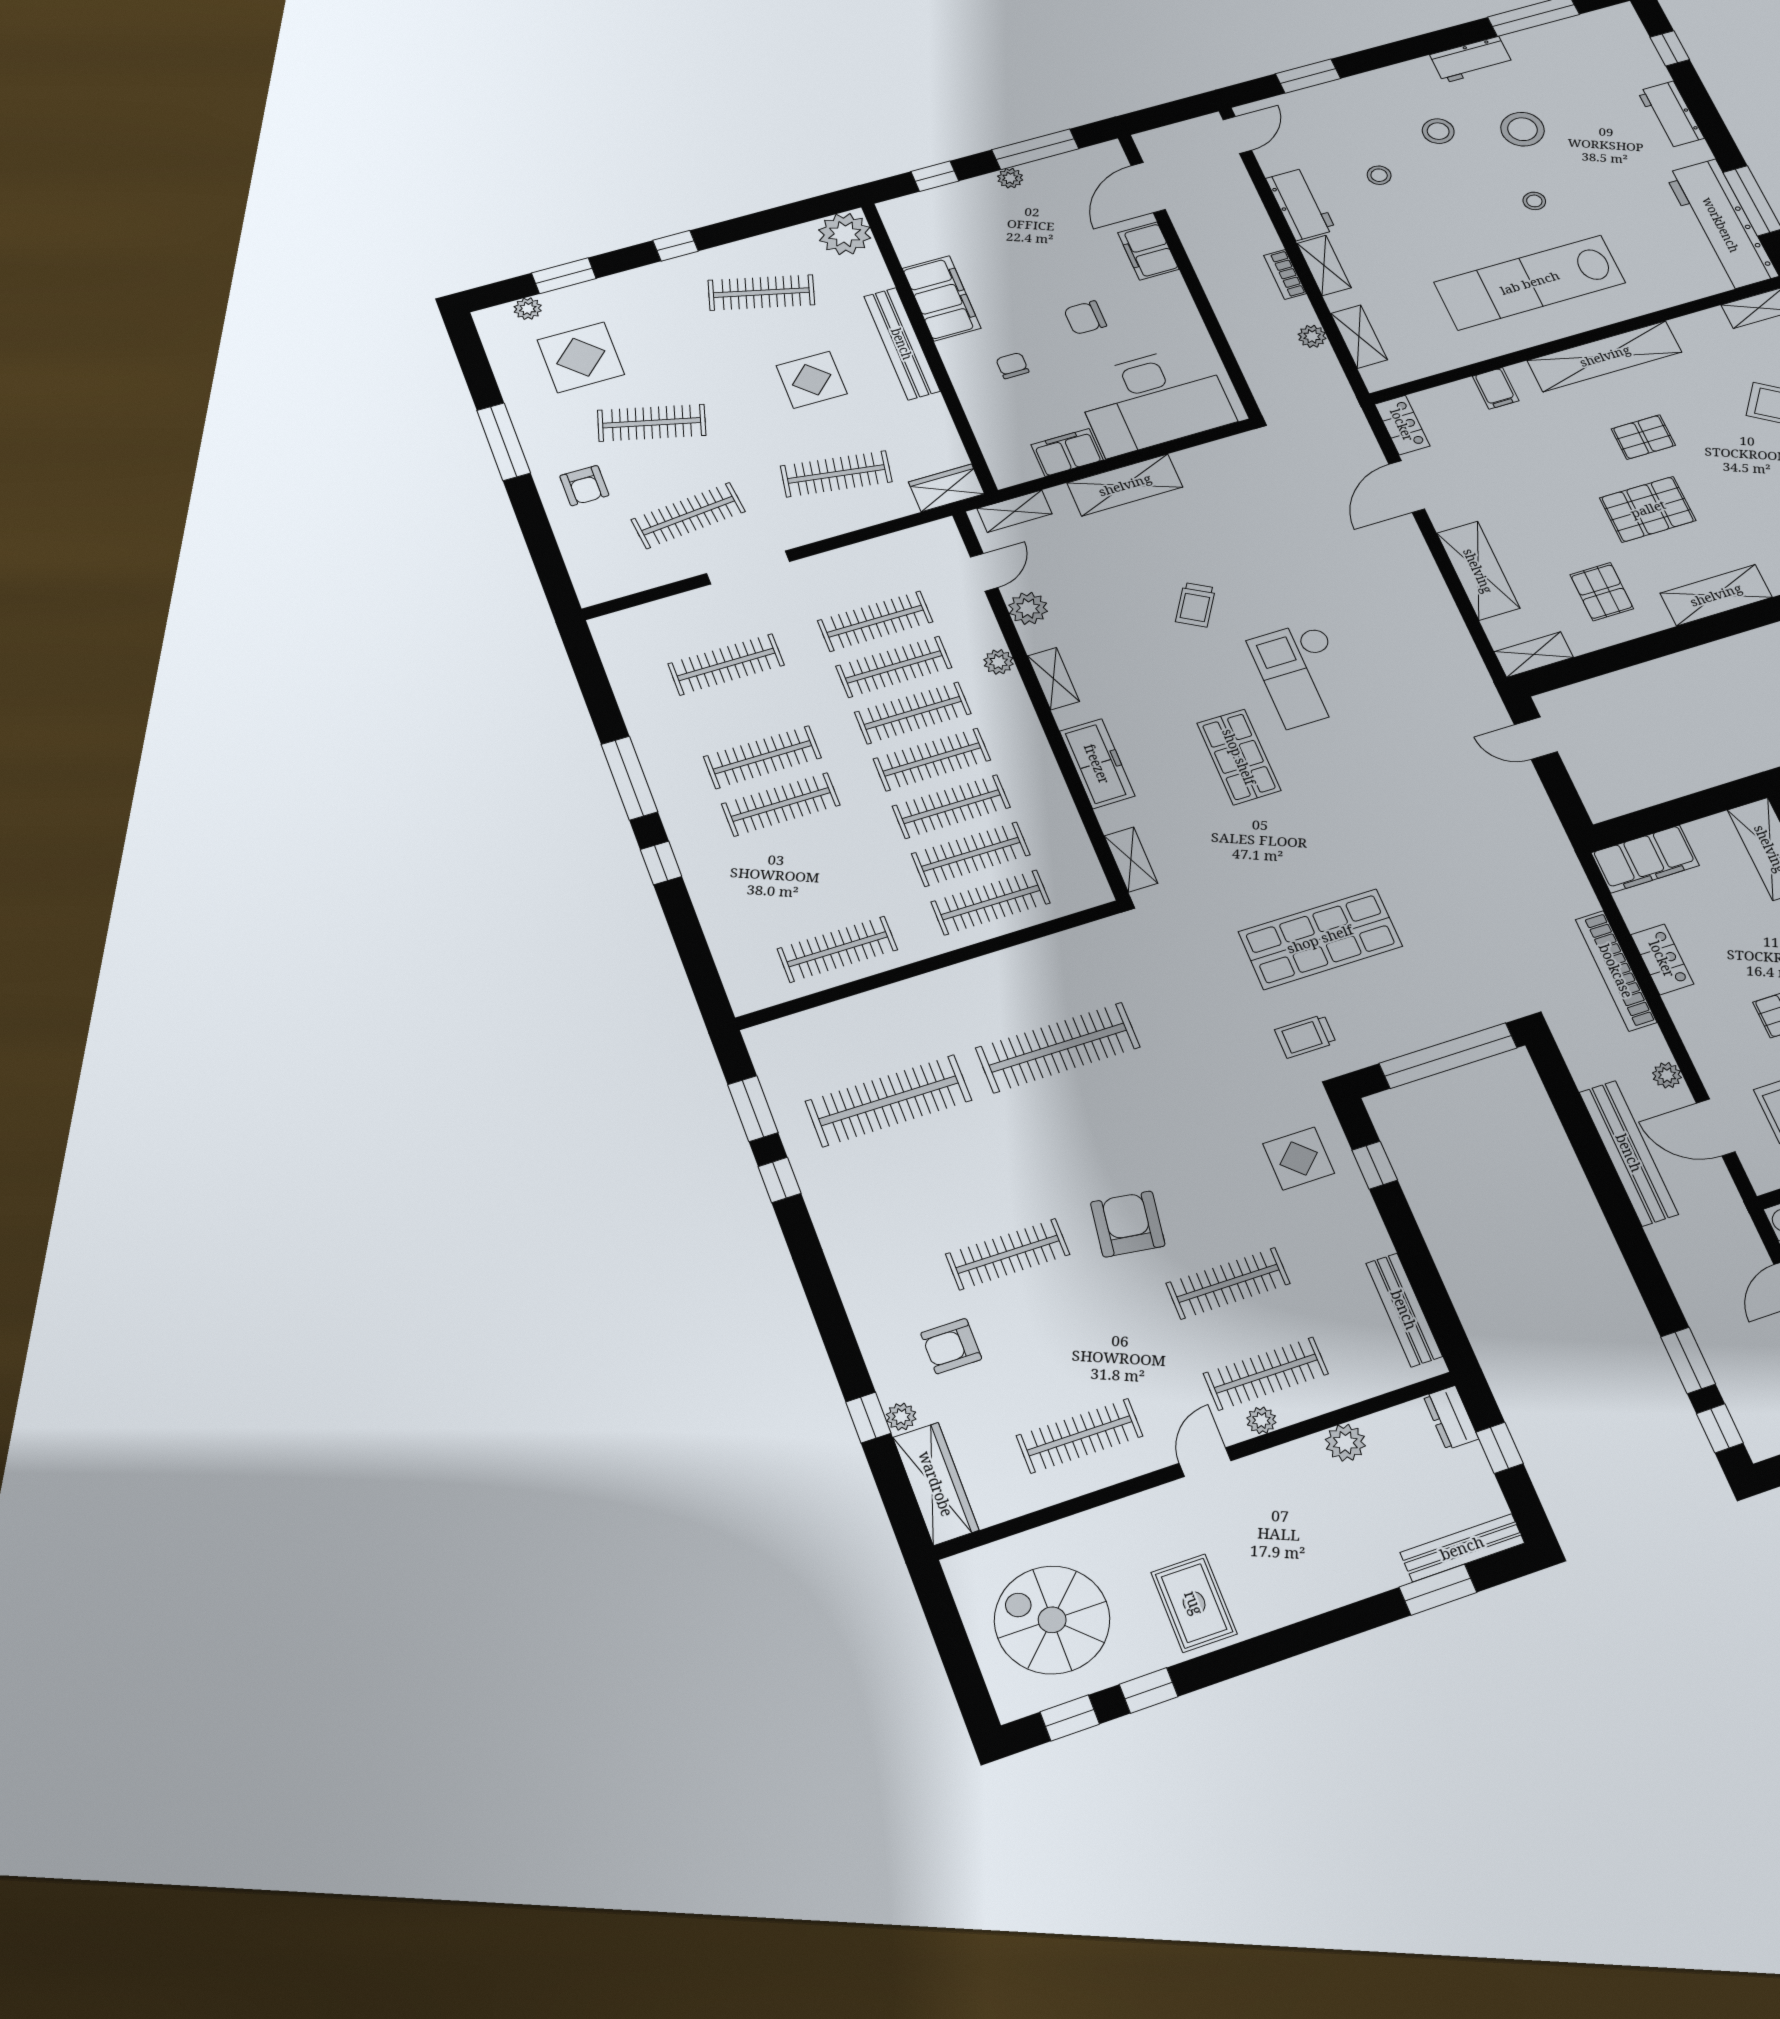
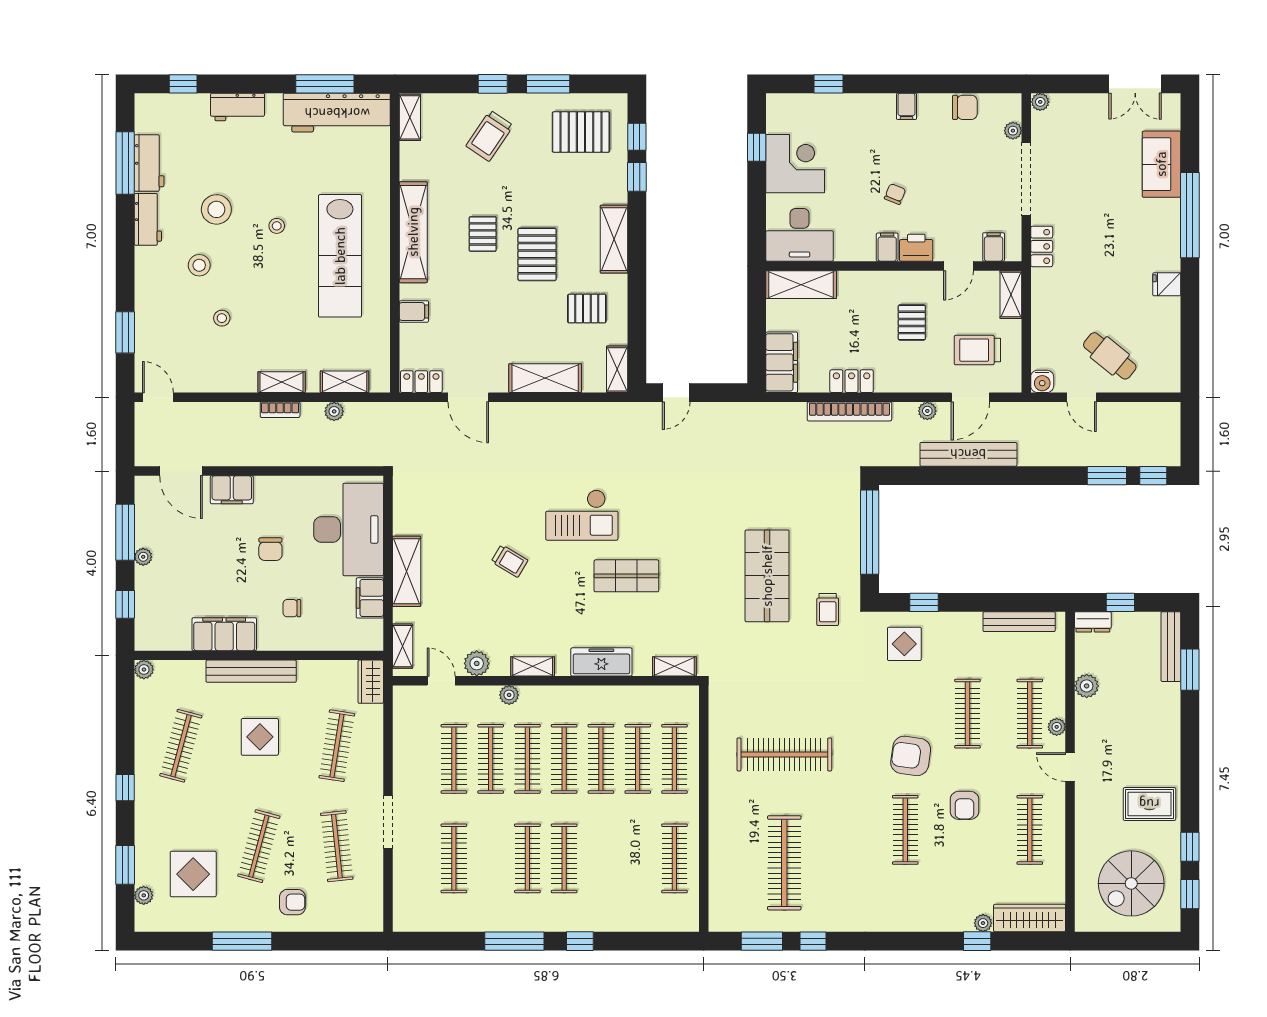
workbench: (1301, 204) -> (149, 163), moved, turned 90
plant: (845, 234) -> (144, 670), width x0.53, depth x0.53
clothes rail: (1058, 1048) -> (784, 754), turned 90
armchair: (951, 1346) -> (964, 805), moved

